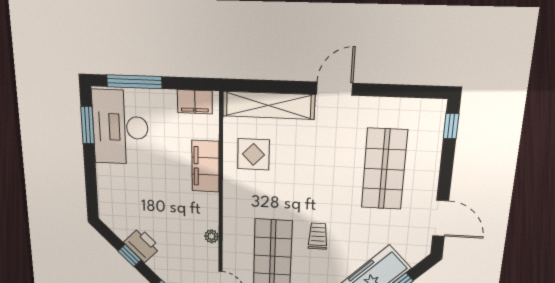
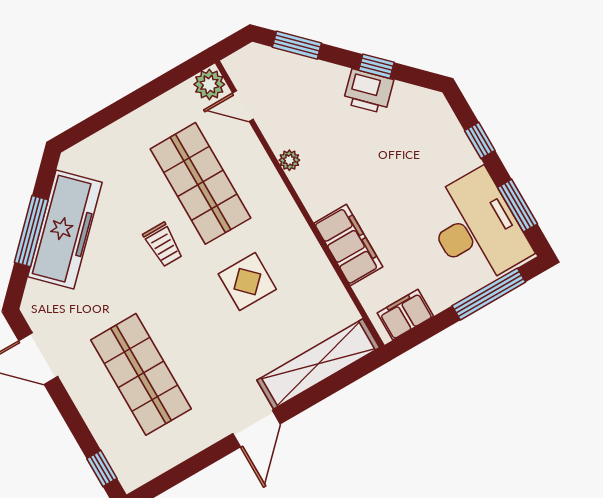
display table: (253, 154) -> (247, 282), moved
window: (91, 178) -> (480, 140), added

